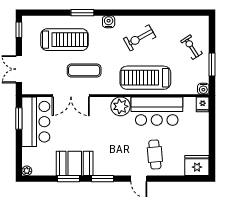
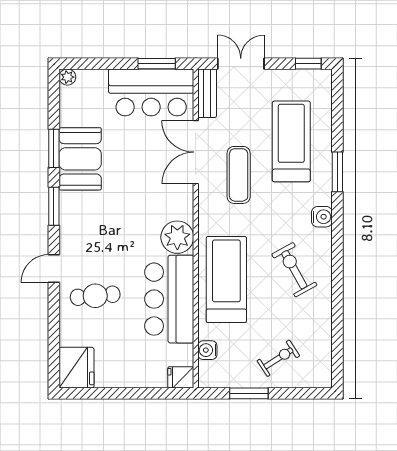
treadmill: (64, 40) -> (291, 141), turned 180
bench: (36, 89) -> (207, 93), added
water cooler: (203, 89) -> (207, 350), moved

